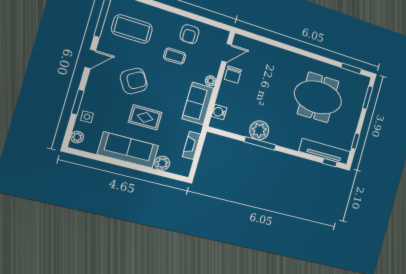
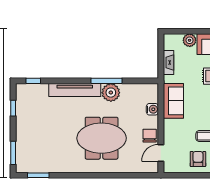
plant: (211, 81) -> (168, 124), removed
meeting table: (318, 97) -> (102, 138), moved
water cooler: (219, 112) -> (152, 109), moved
tv unit: (325, 152) -> (75, 90), moved

